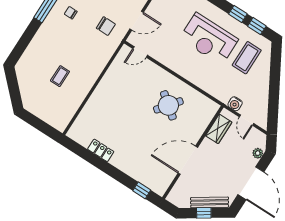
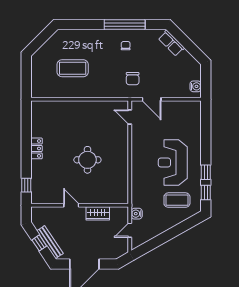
coffee table: (60, 76) -> (73, 68), width x1.86, depth x1.72
round table: (168, 105) -> (87, 160), moved, turned -38
wardrobe: (219, 129) -> (98, 213), moved
locker: (101, 150) -> (36, 148), moved
plant: (258, 153) -> (110, 255), removed
door: (188, 160) -> (71, 205), width x0.53

